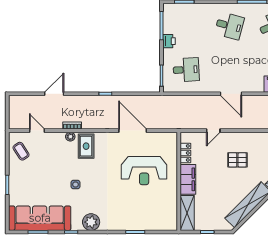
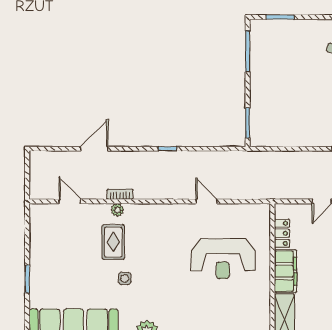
printer: (169, 41) -> (258, 73), removed
desk: (186, 70) -> (283, 114), removed
door: (133, 131) -> (206, 201), width x0.53
rug: (86, 146) -> (113, 242), moved
coffee table: (21, 151) -> (47, 231), removed

